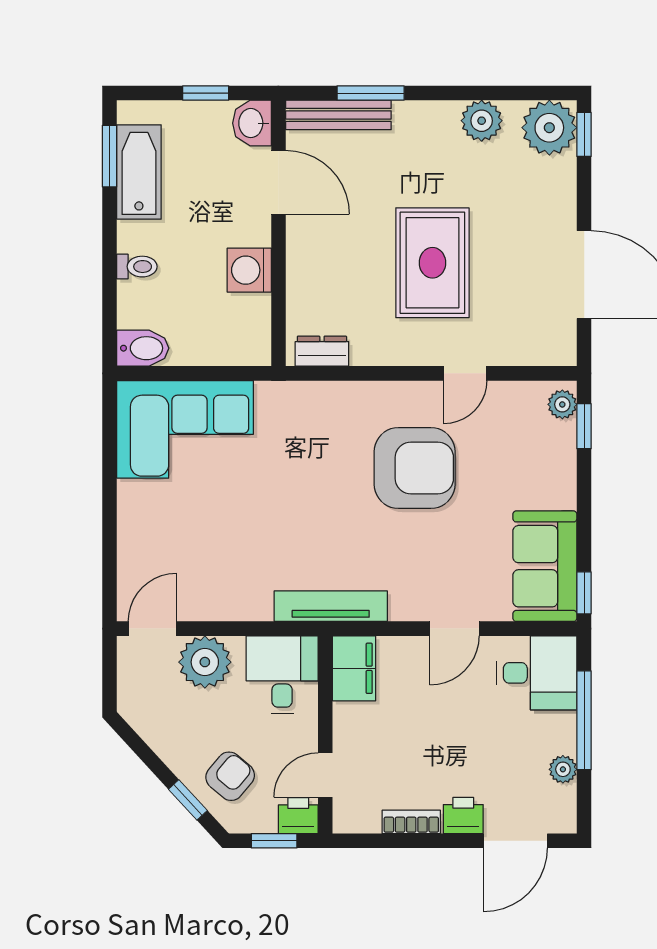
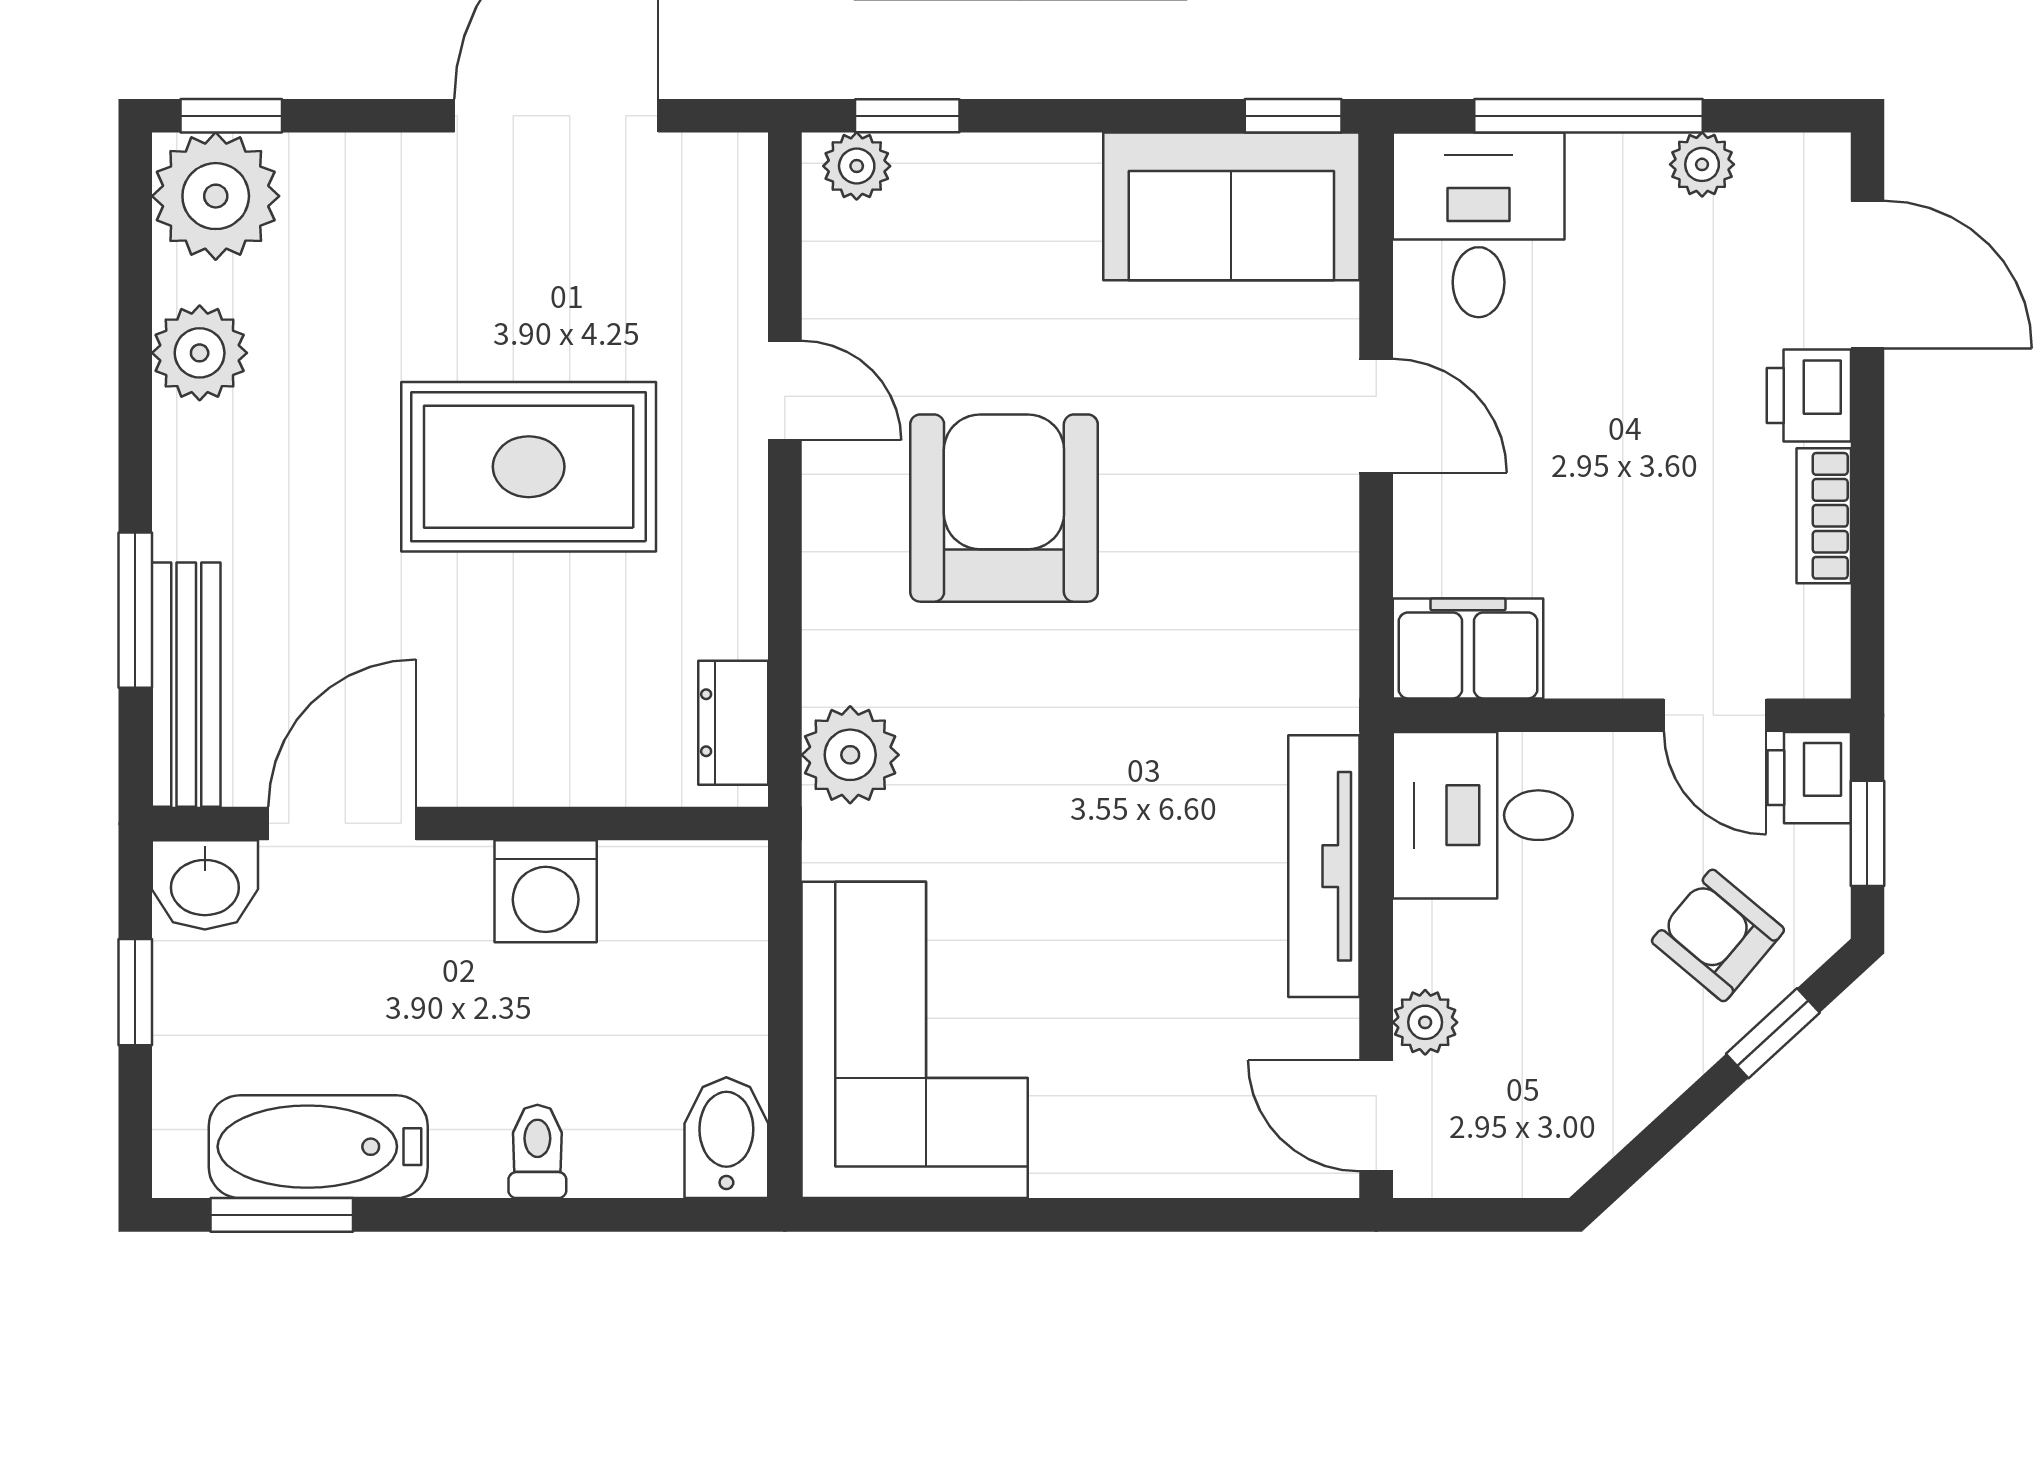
plant: (308, 402) -> (850, 755), added
tv unit: (331, 606) -> (1324, 866), moved
plant: (205, 662) -> (1425, 1022), width x0.53, depth x0.53

